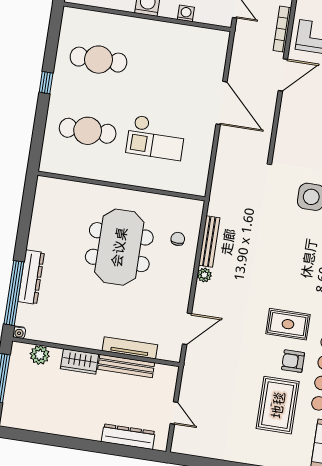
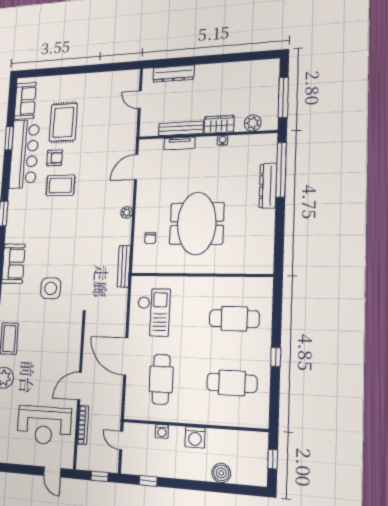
cafe table: (181, 72) -> (161, 379), added
checkout: (156, 138) -> (153, 312), moved, turned 90
bench: (209, 242) -> (124, 266), moved
water cooler: (19, 332) -> (223, 140), moved
tv unit: (130, 348) -> (180, 143), width x0.71

